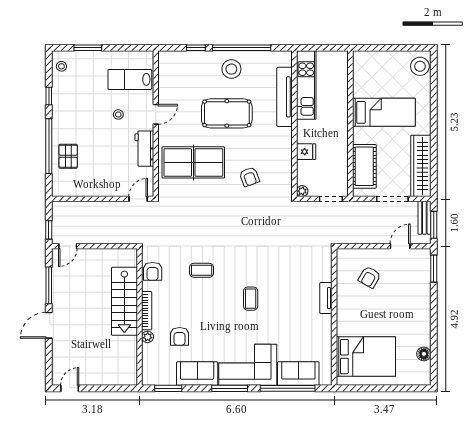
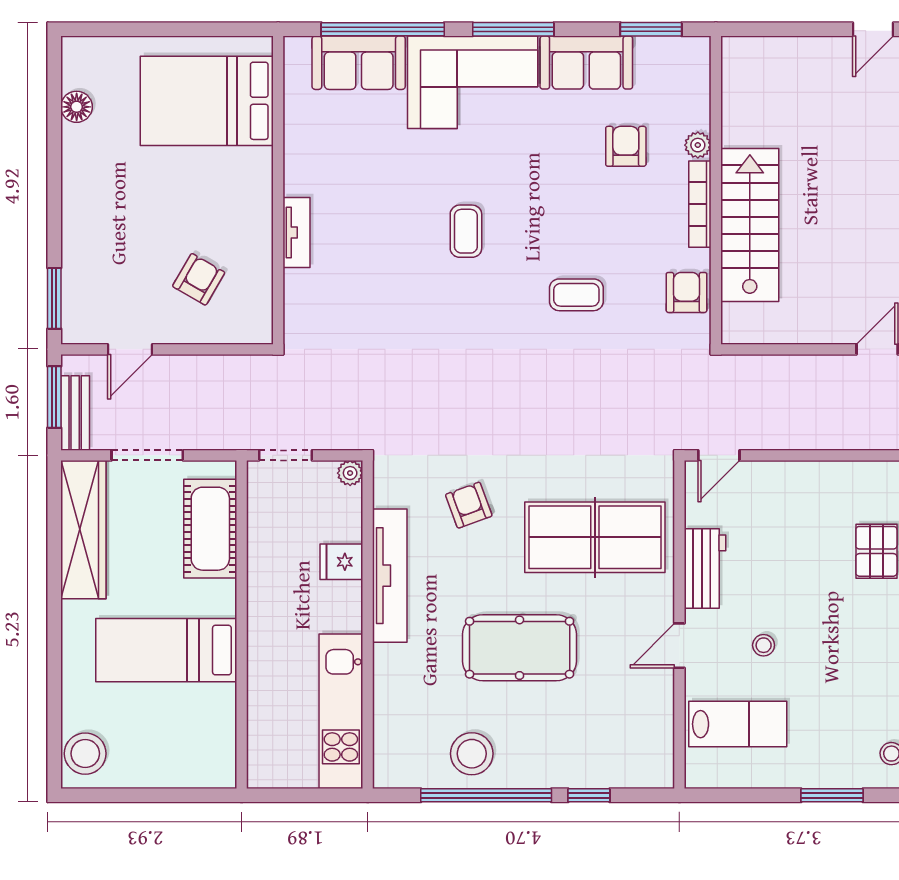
stool: (231, 69) -> (472, 754), moved
tv unit: (285, 97) -> (390, 576), moved

